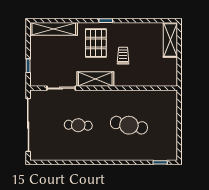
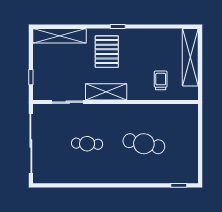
shelving: (170, 40) -> (190, 57), width x1.47
trolley: (123, 56) -> (161, 80), moved

